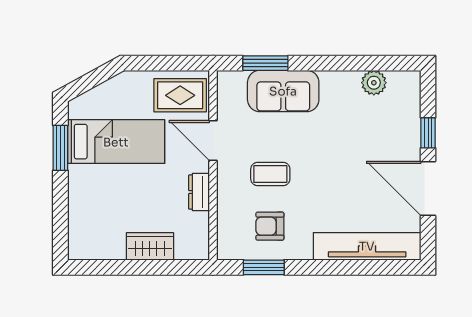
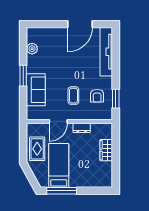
window: (265, 63) -> (23, 76), moved
rug: (180, 95) -> (37, 149), moved
window: (428, 133) -> (55, 24), removed
window: (60, 148) -> (62, 191), width x1.44

